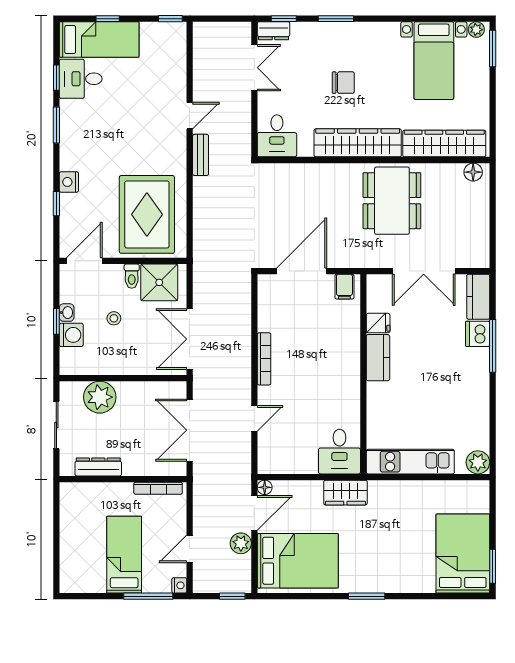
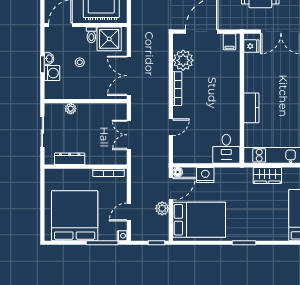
plant: (273, 315) -> (183, 60), added
fridge: (378, 323) -> (251, 46), moved
kitchen counter: (378, 358) -> (251, 108), moved
plant: (100, 397) -> (71, 109), width x0.53, depth x0.53
double door: (190, 430) -> (129, 135), width x0.73
nightstand: (307, 492) -> (205, 175), added
wardrobe: (345, 493) -> (267, 175), moved
bed: (124, 555) -> (75, 216), width x2.04

